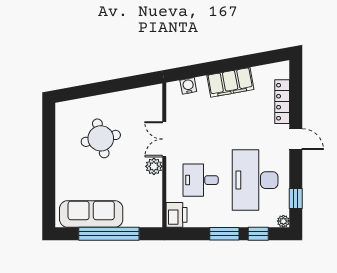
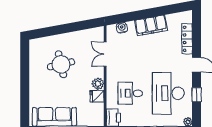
double door: (164, 139) -> (105, 54), moved
fridge: (153, 184) -> (97, 96), added
window: (296, 198) -> (197, 95), moved

